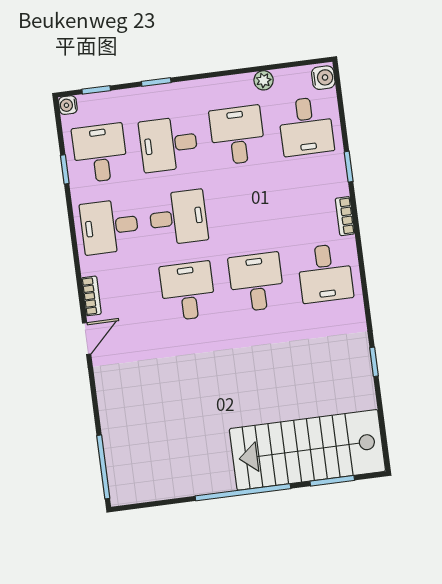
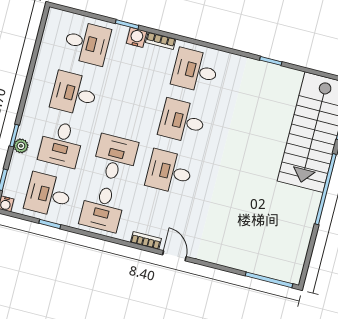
water cooler: (323, 78) -> (137, 37), moved
plant: (264, 80) -> (21, 146), moved
desk: (325, 273) -> (195, 71), turned 180

